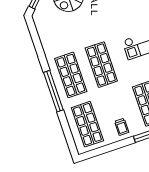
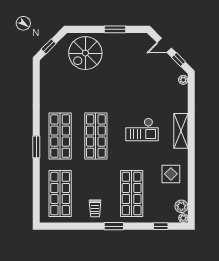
window: (53, 91) -> (36, 147), width x0.47

